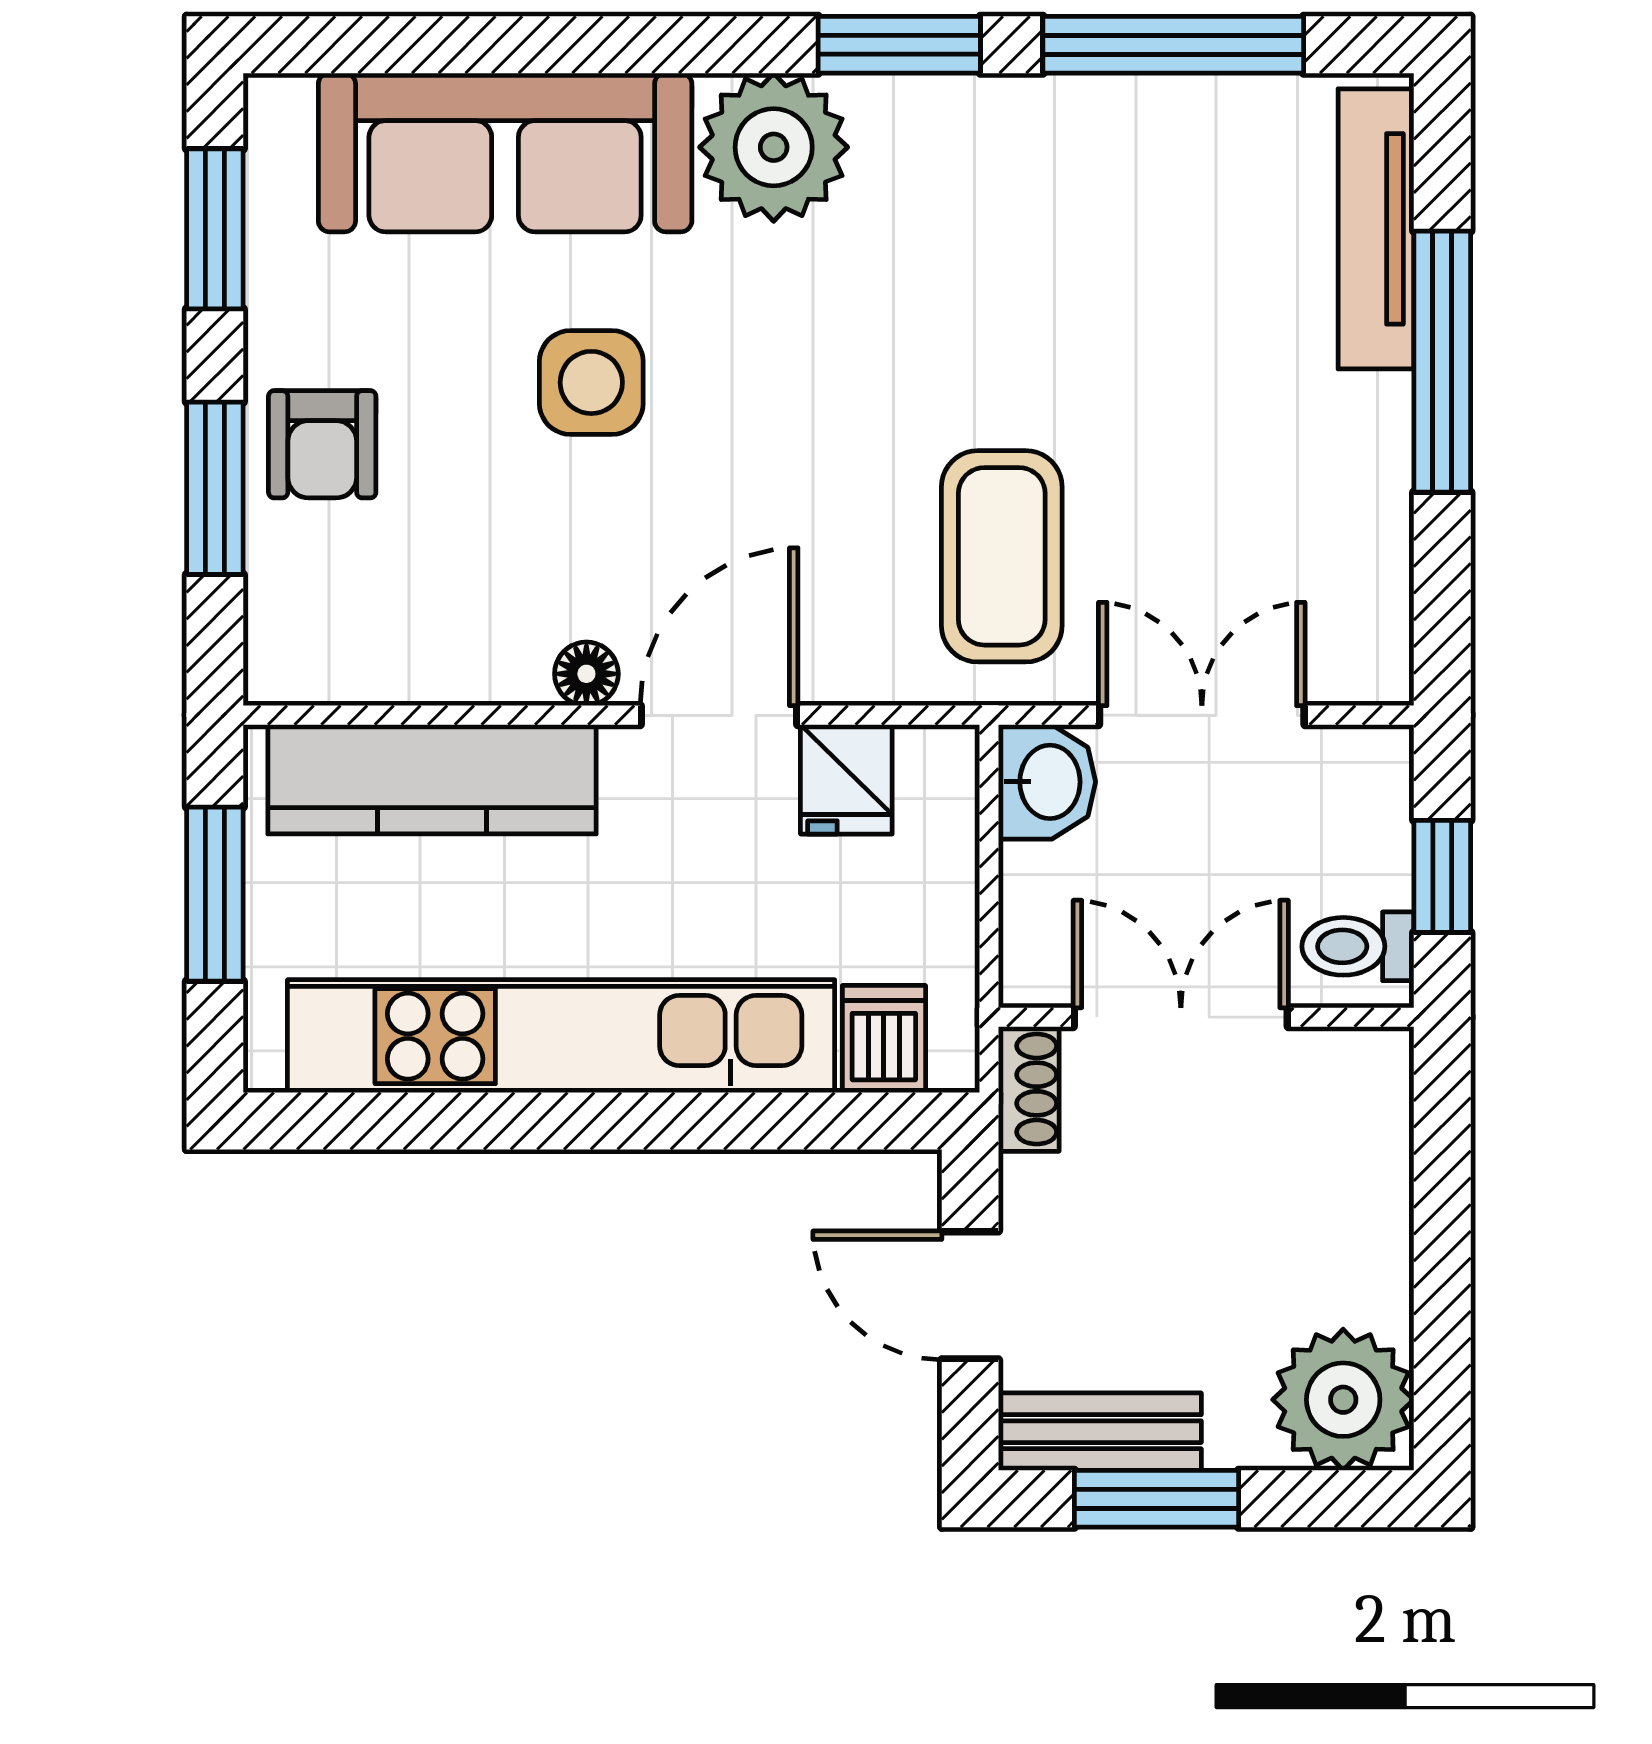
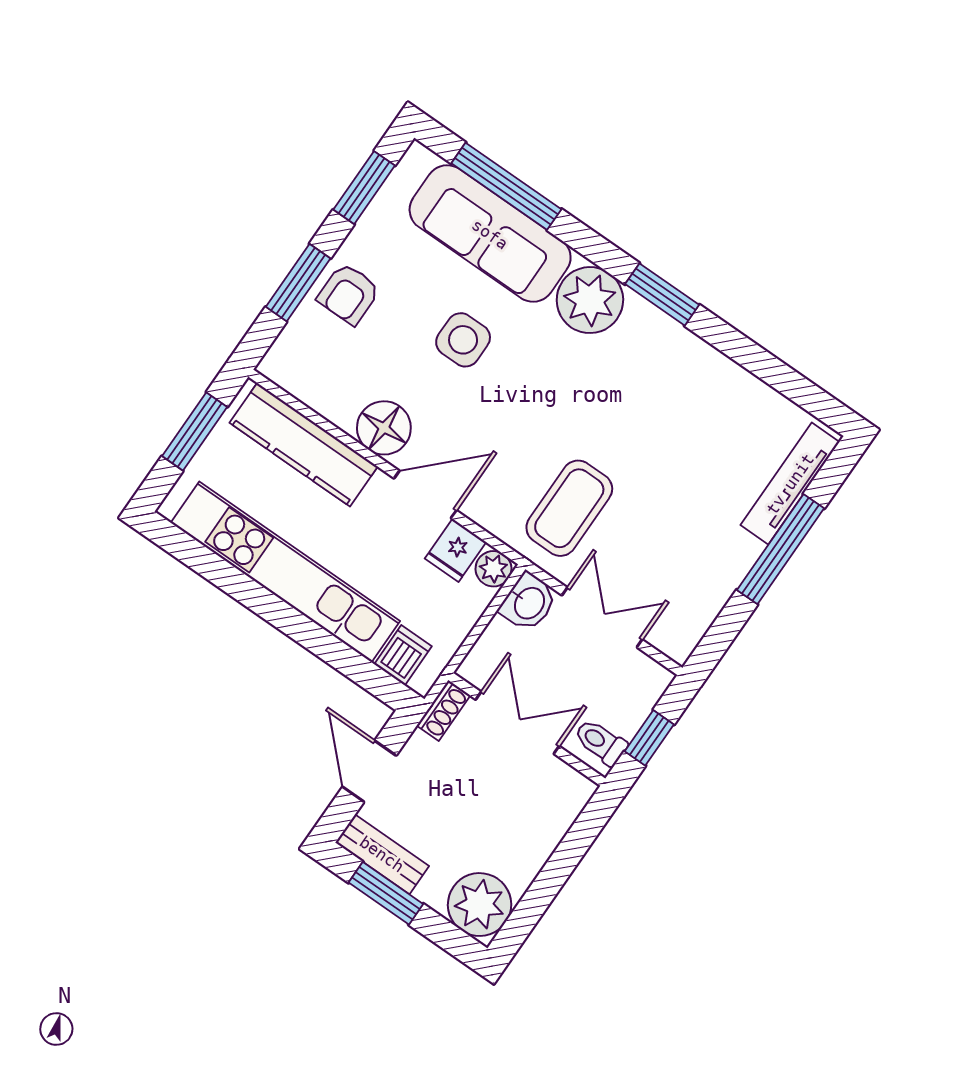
window: (1173, 45) -> (506, 186), moved
floor lamp: (586, 674) -> (384, 428), width x1.89, depth x1.89
plant: (940, 764) -> (493, 569), added

